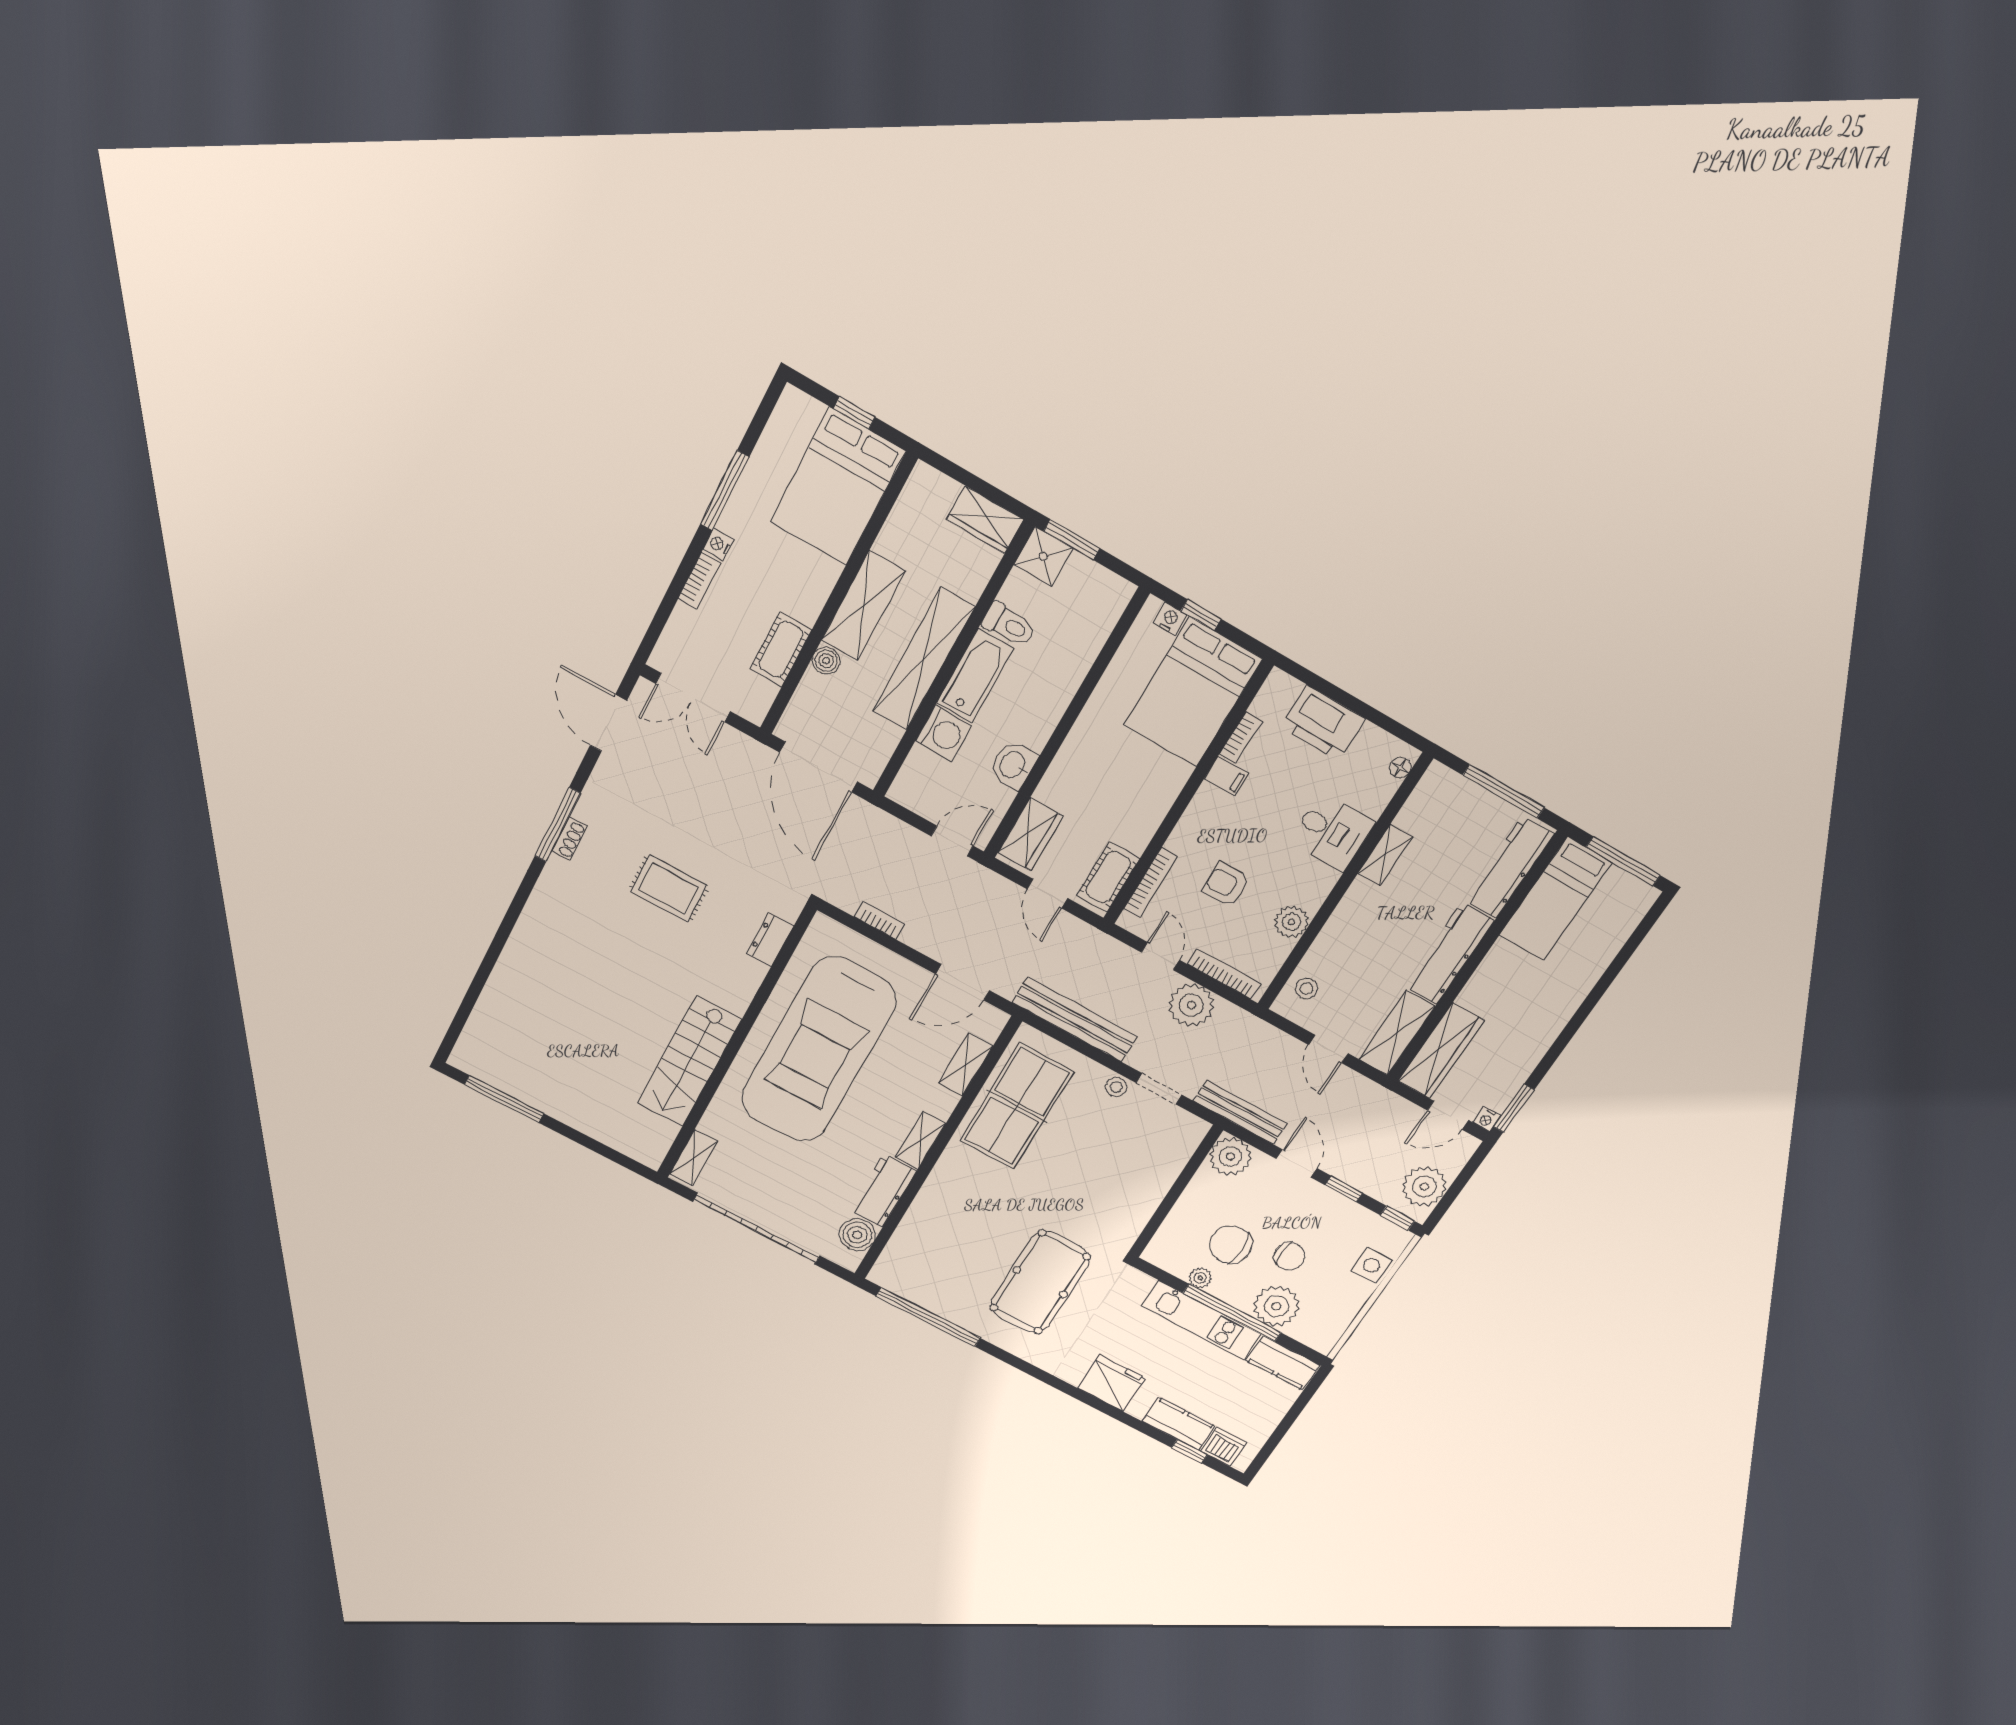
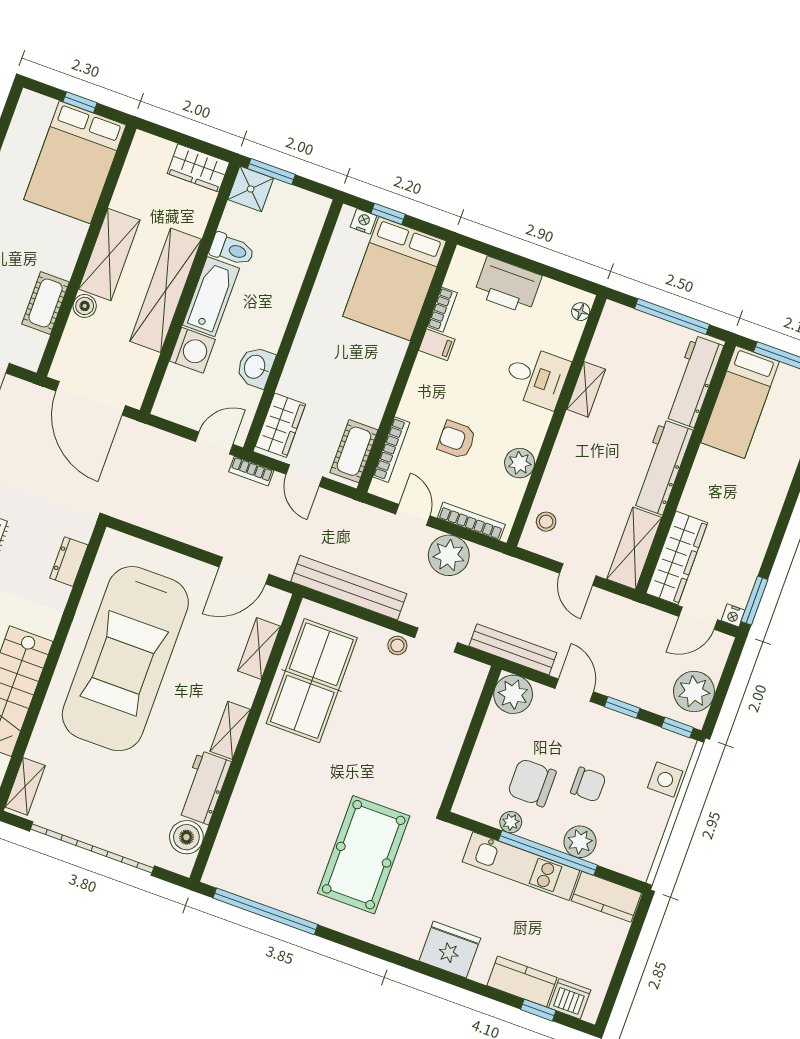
bookcase: (879, 920) -> (251, 471), moved, turned 180
plant: (1276, 1306) -> (580, 842), width x0.73, depth x0.73

